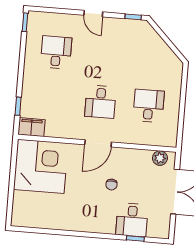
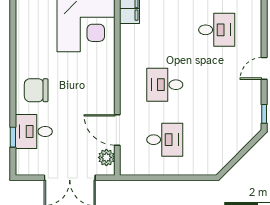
door: (98, 143) -> (117, 130), moved
chair: (111, 185) -> (36, 90), moved, width x1.87, depth x1.87

